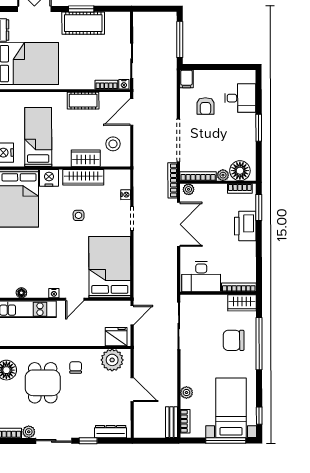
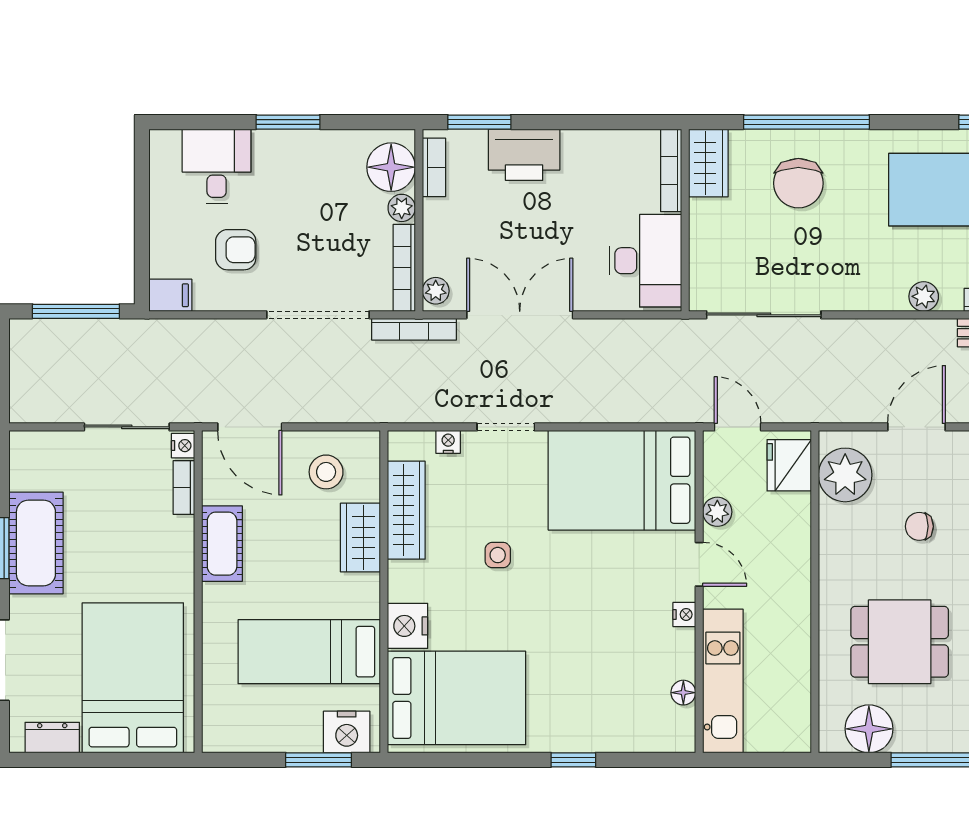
wardrobe: (83, 177) -> (406, 510), moved
plant: (97, 307) -> (717, 512), added
chair: (76, 367) -> (919, 526), moved

